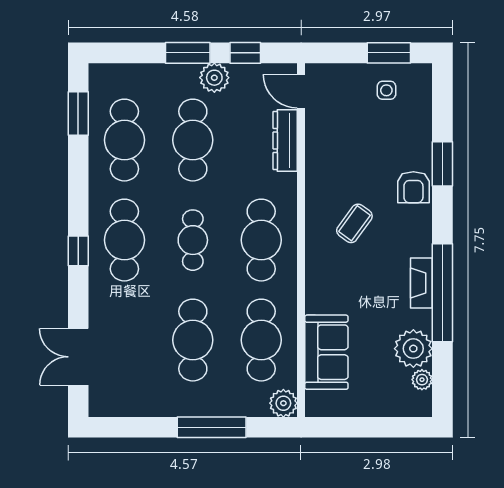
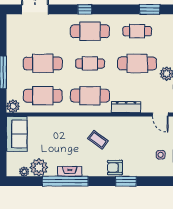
door: (301, 91) -> (160, 115), swing flipped
cafe table: (124, 140) -> (137, 31), width x0.73, depth x0.74
dresser: (285, 140) -> (126, 107), moved
sofa: (326, 352) -> (17, 134), moved, turned -90

